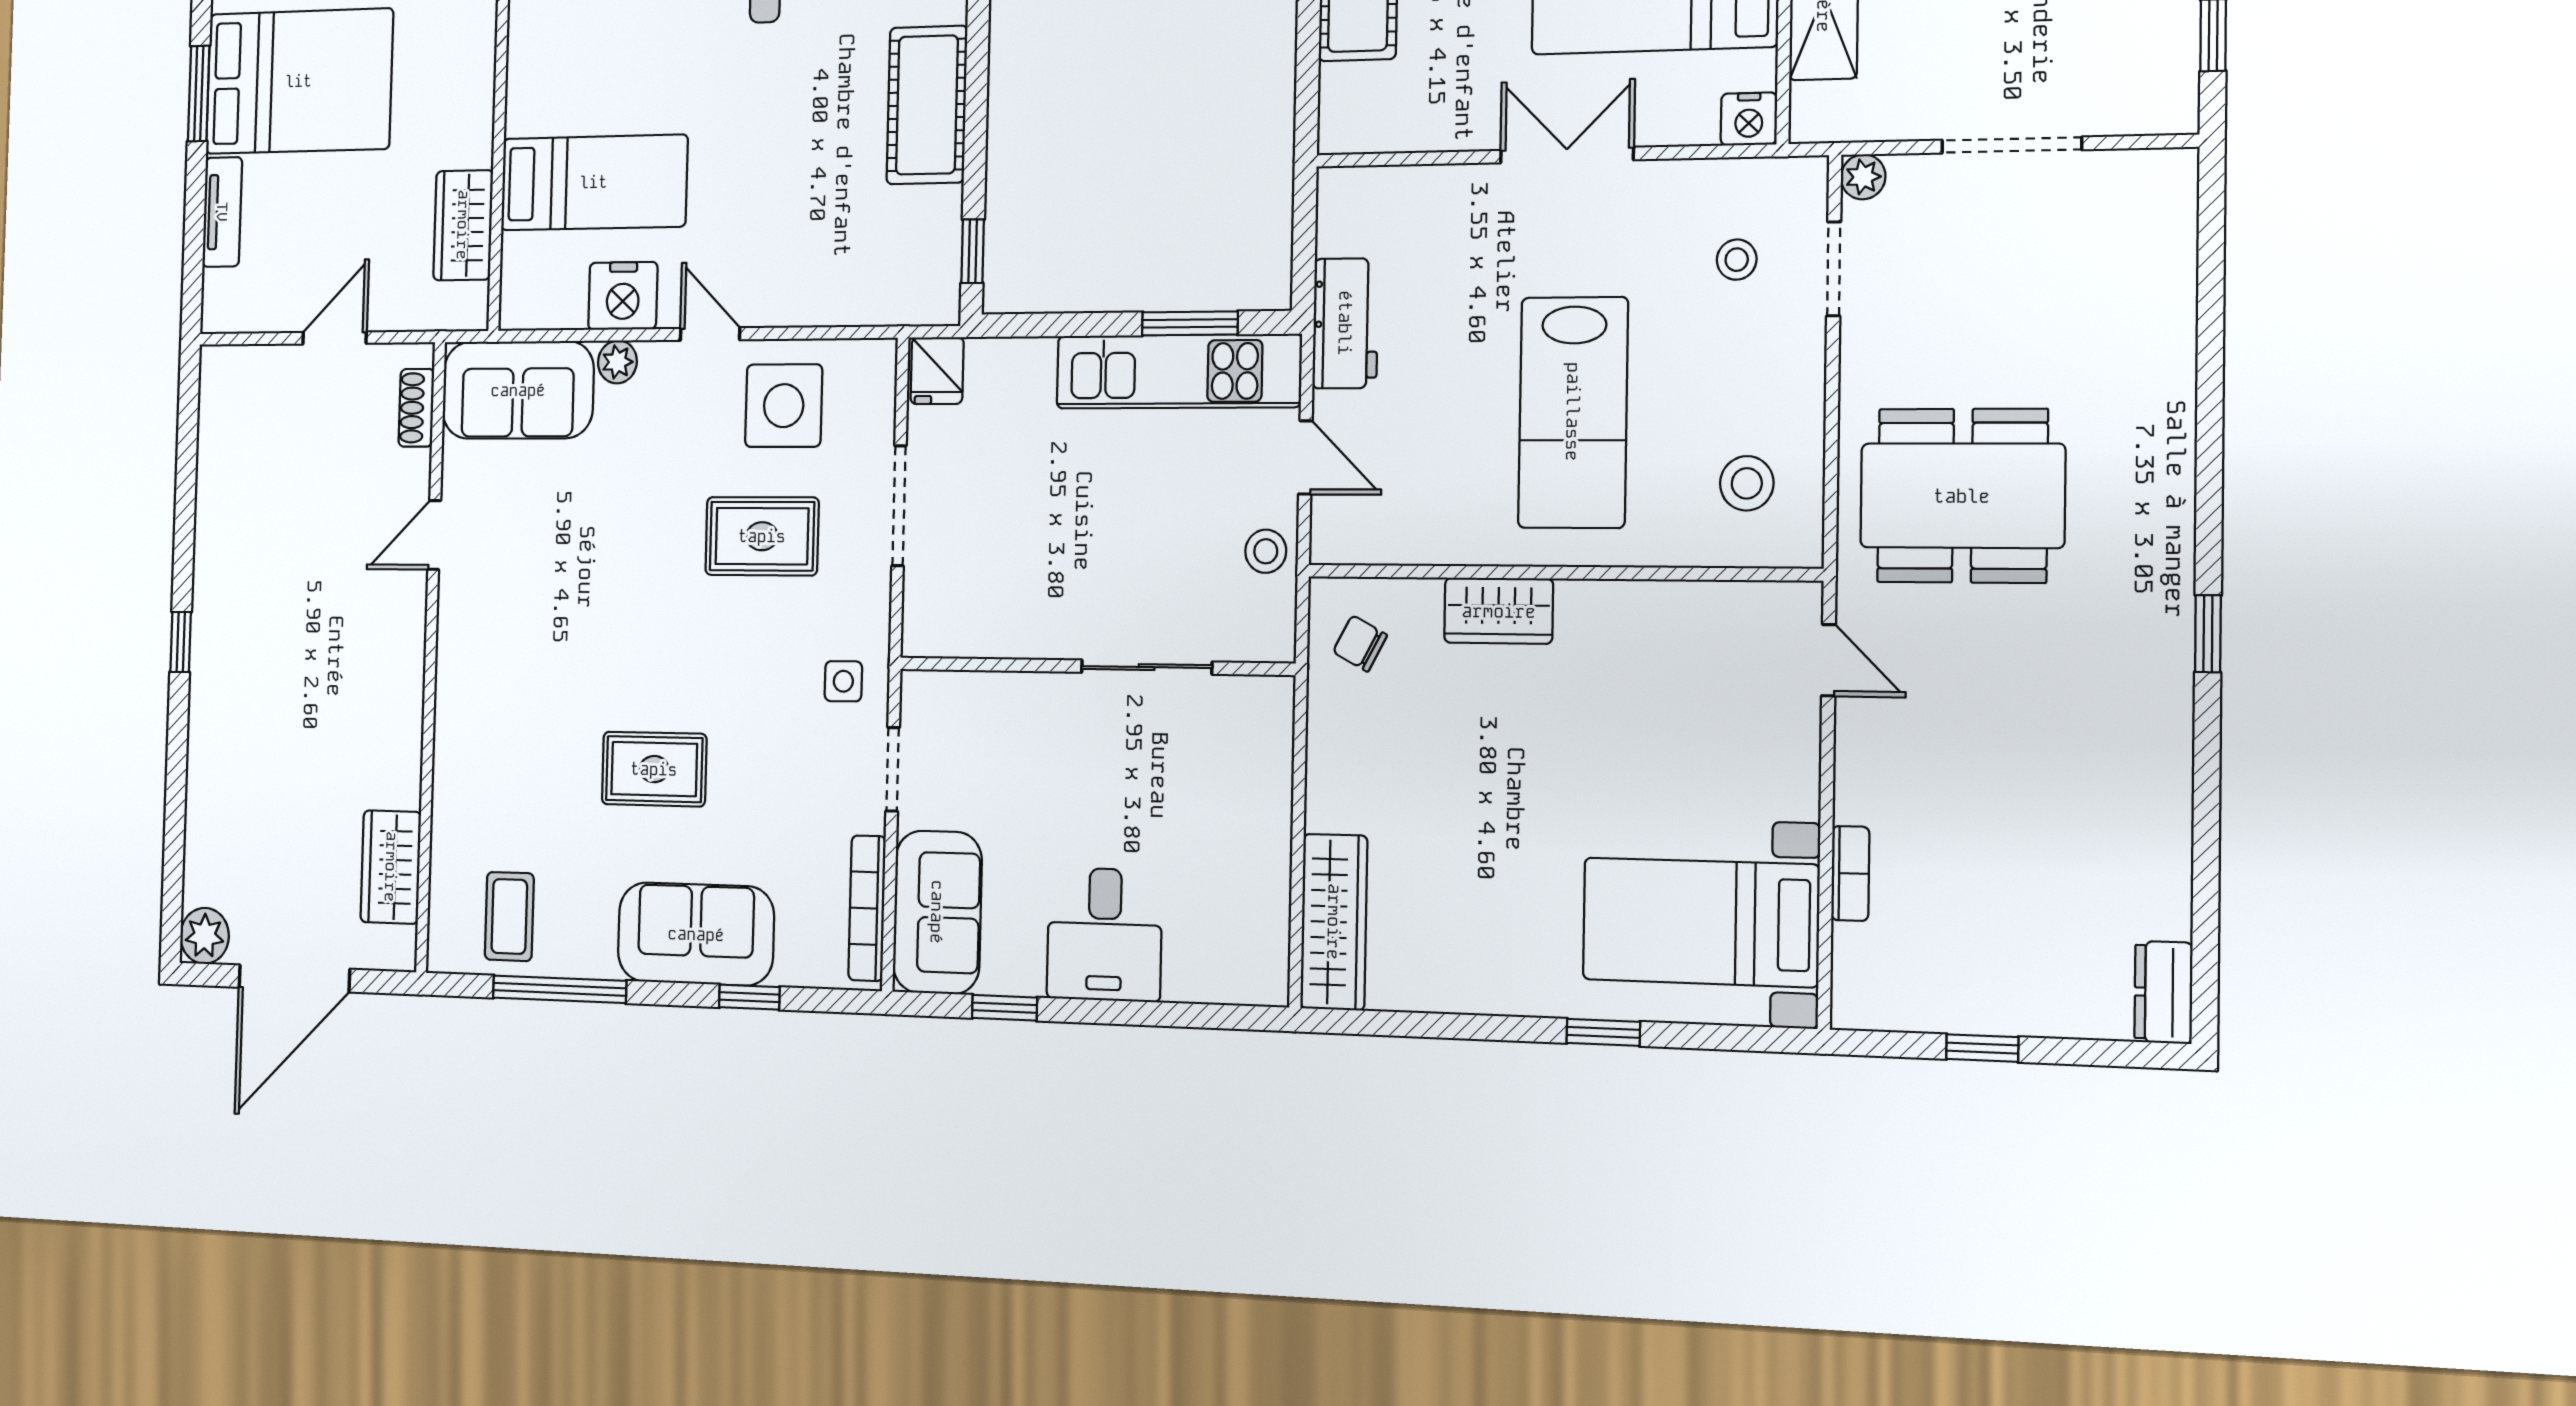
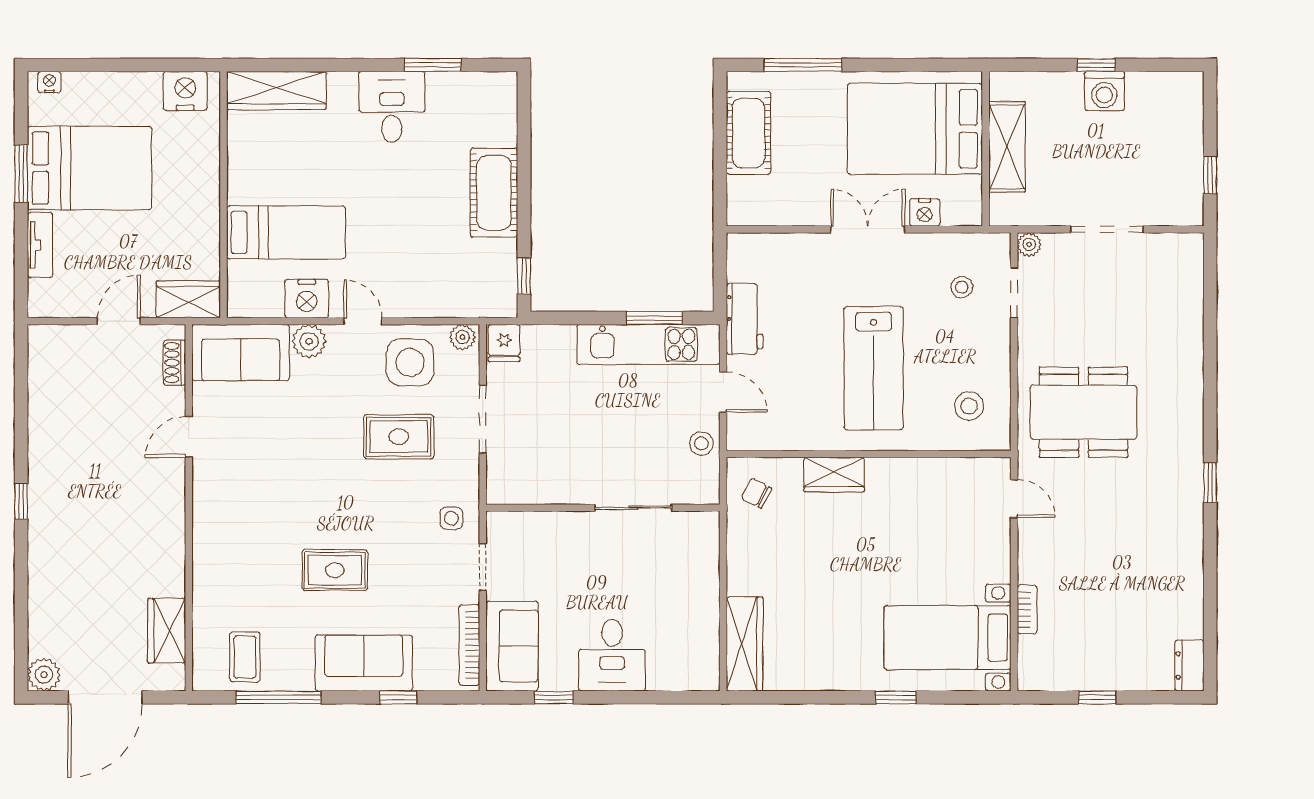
nightstand: (1749, 119) -> (925, 212), moved
wardrobe: (463, 225) -> (188, 299), moved, turned 90
plant: (869, 361) -> (463, 337), added
plant: (617, 362) -> (309, 341), width x1.38, depth x1.38

